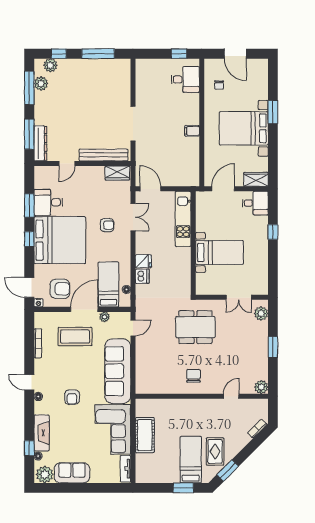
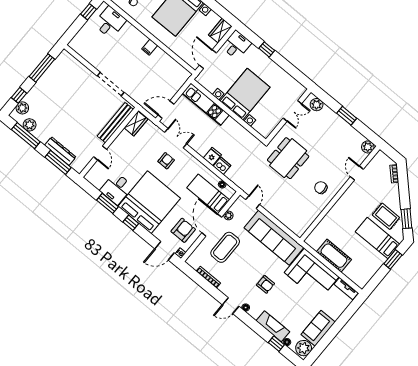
dresser: (40, 143) -> (60, 151), moved
bed with nightstands: (220, 252) -> (245, 94), width x1.36

